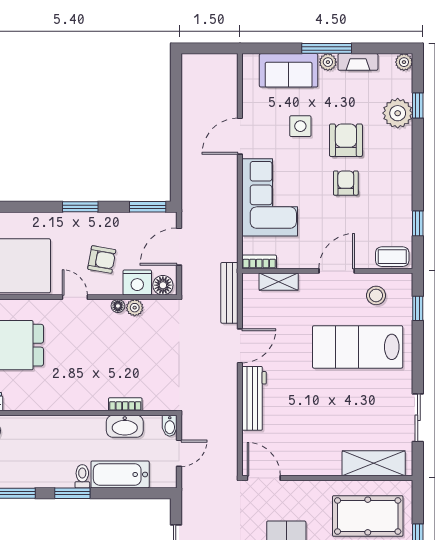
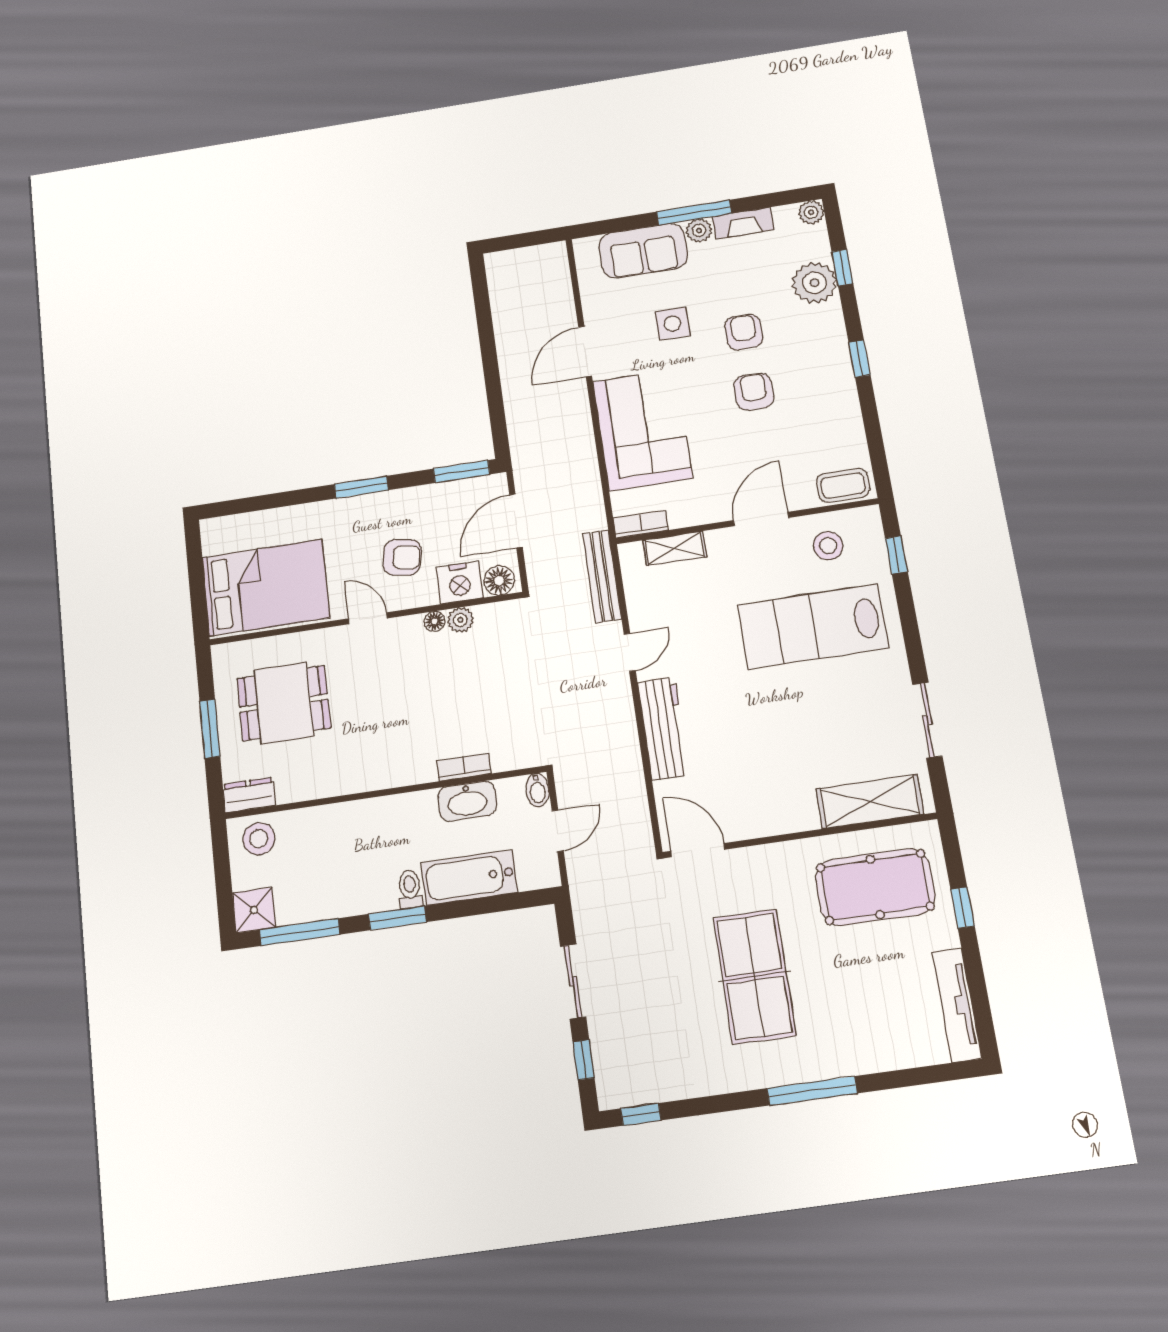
armchair: (346, 140) -> (744, 332), width x0.72, depth x0.72
window: (418, 223) -> (859, 359), moved
door: (240, 346) -> (630, 652), width x0.73

